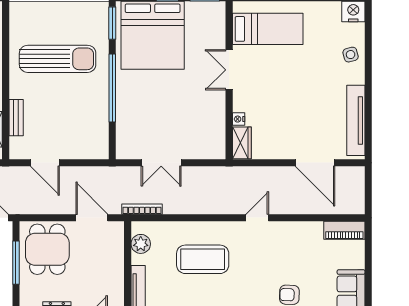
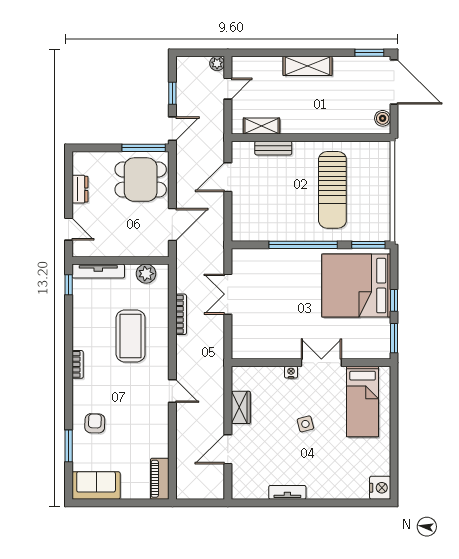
side table: (351, 55) -> (305, 424), moved
nightstand: (239, 119) -> (291, 372), moved
tv unit: (356, 120) -> (287, 492), width x0.52, depth x0.78
wardrobe: (242, 143) -> (241, 407), moved, turned -90
door: (315, 163) -> (228, 449), width x0.73
bookcase: (142, 209) -> (181, 314), moved
window: (16, 263) -> (144, 148), moved

